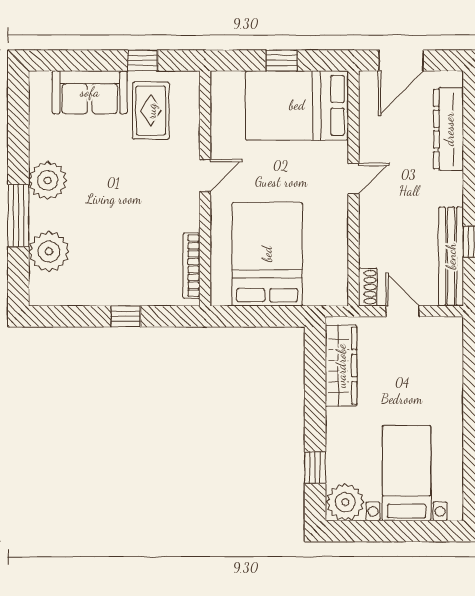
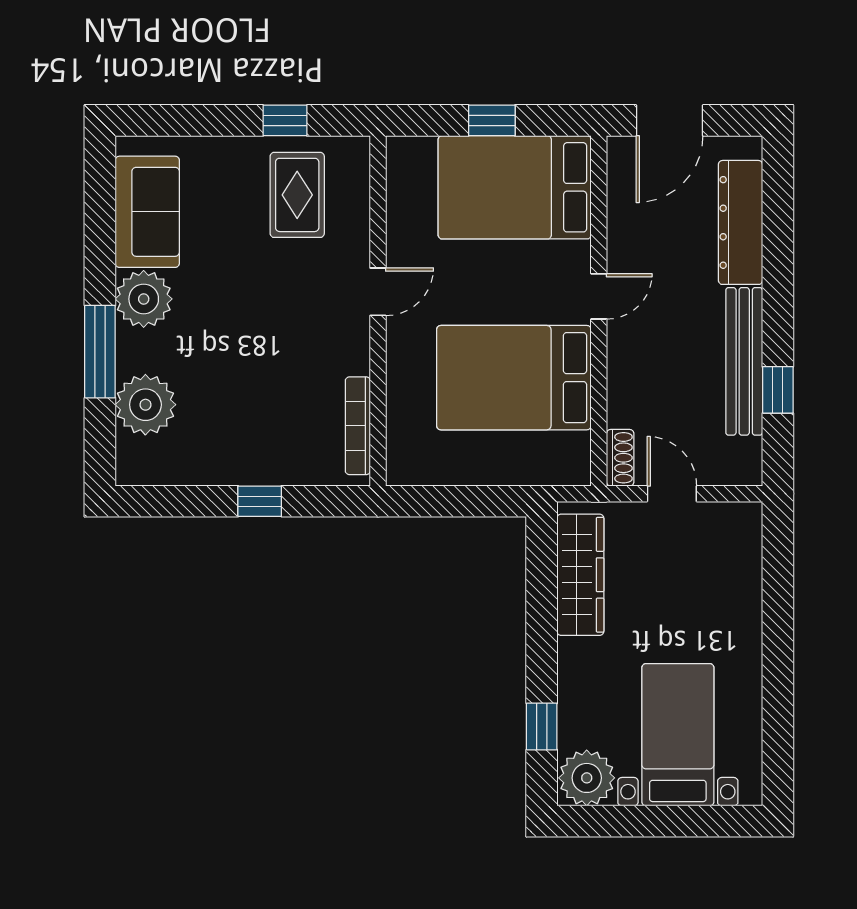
sofa: (90, 92) -> (147, 212), moved, turned -90
bed: (267, 254) -> (514, 378), moved, turned -90
bench: (451, 256) -> (744, 361), moved

